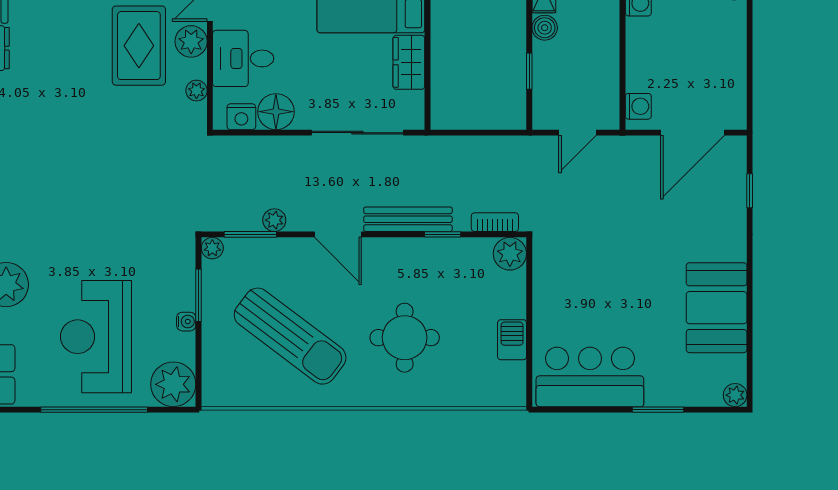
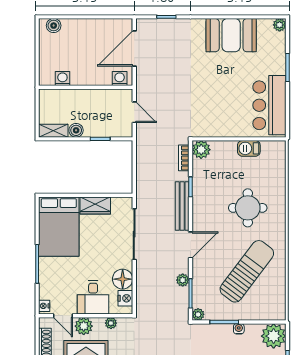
door: (693, 133) -> (134, 48), swing flipped

